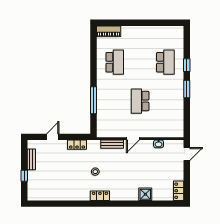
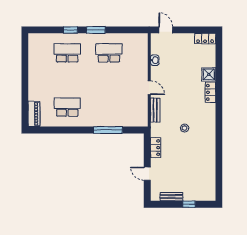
school desk: (140, 101) -> (109, 53), moved, turned 180
locker: (100, 196) -> (210, 92), moved

